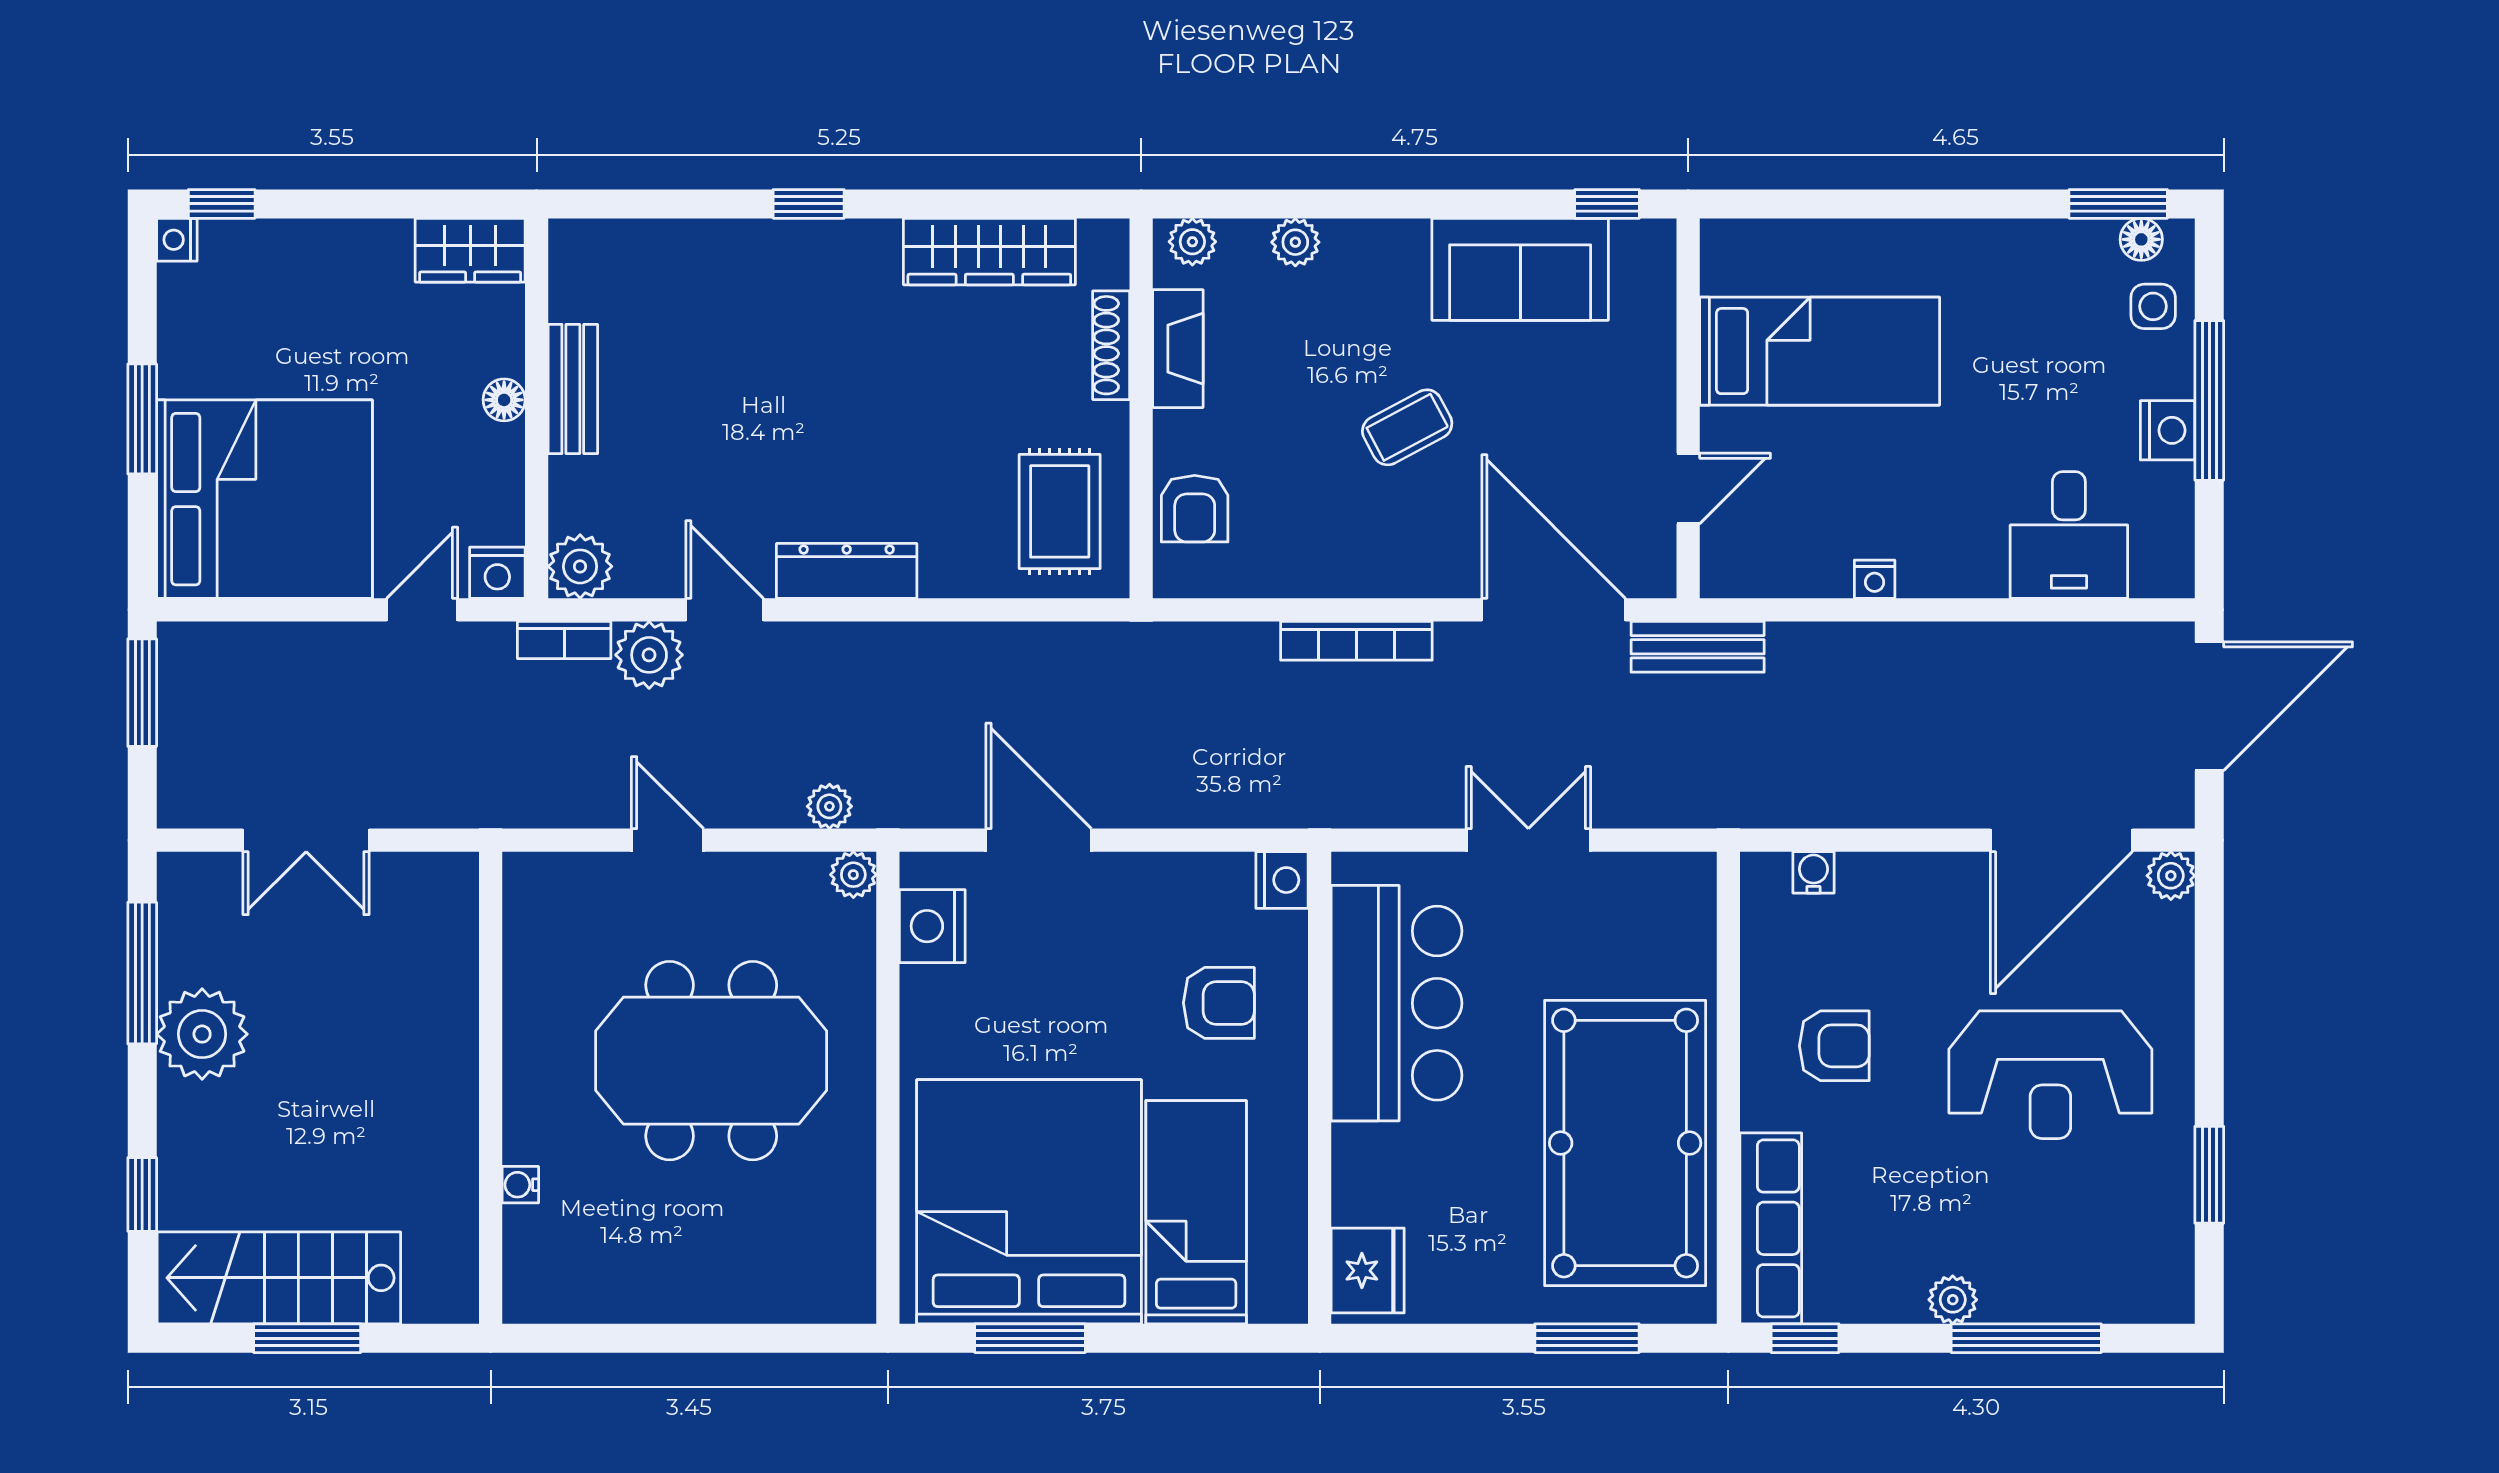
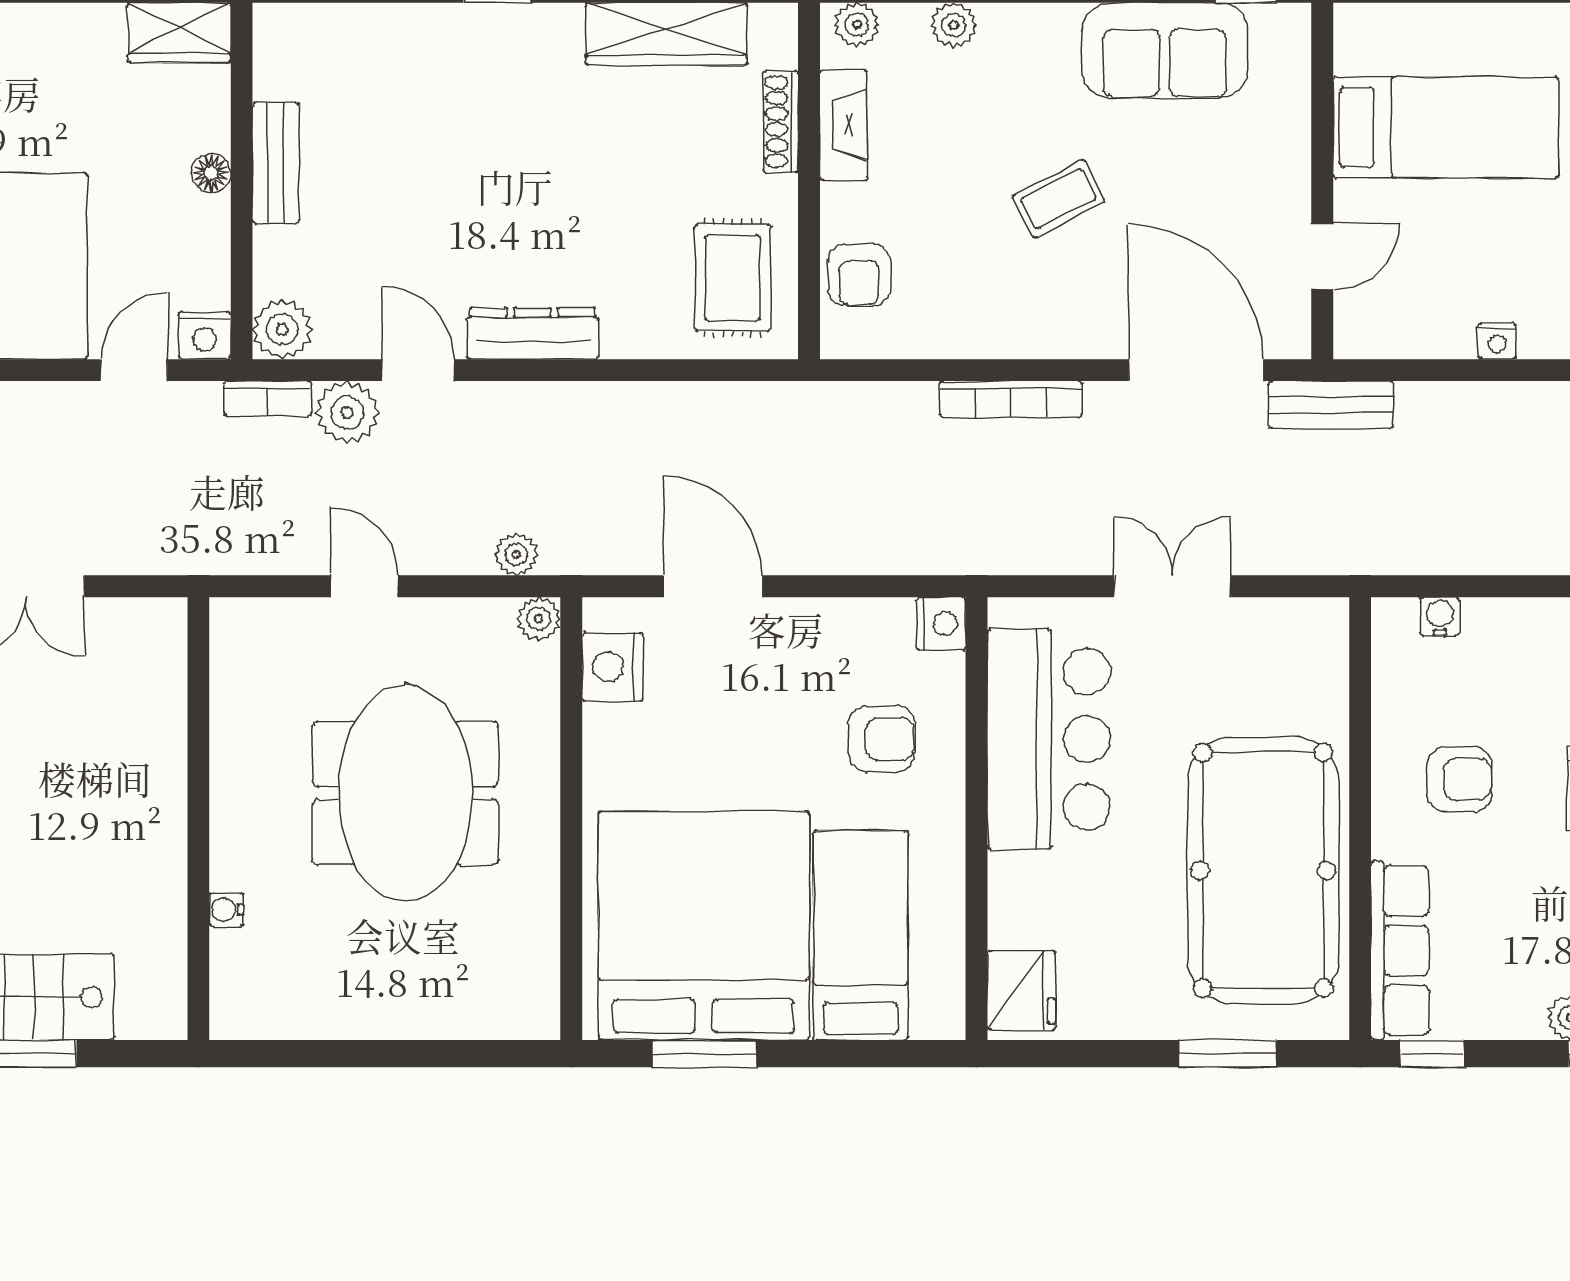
meeting table: (711, 1061) -> (405, 793), turned 90

